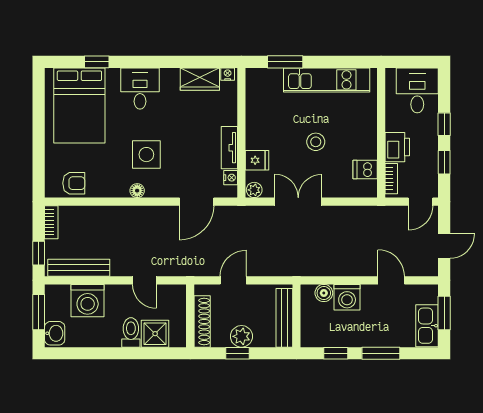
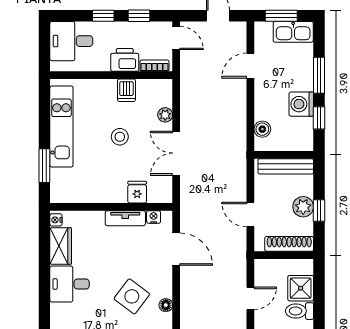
desk: (140, 88) -> (70, 284), moved
side table: (146, 155) -> (132, 296), turned 37
dishwasher: (365, 169) -> (126, 90), moved
plant: (254, 190) -> (165, 115), moved
washing machine: (347, 297) -> (301, 104), moved, turned 180

